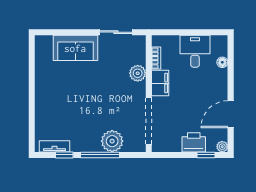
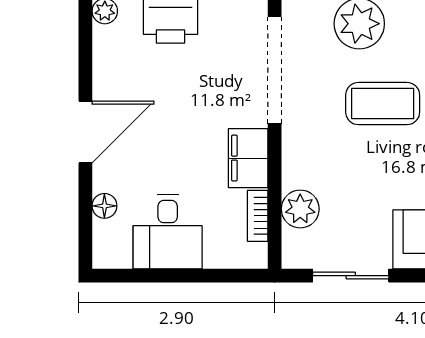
plant: (138, 73) -> (300, 209), moved
coffee table: (102, 107) -> (383, 104), added
door: (231, 114) -> (85, 132), moved

